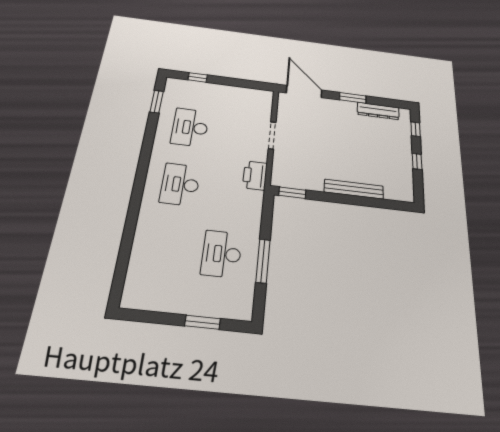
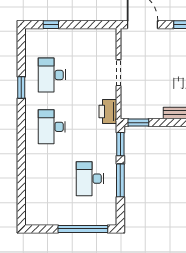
window: (157, 102) -> (21, 88), moved
window: (267, 215) -> (120, 144), added
window: (203, 322) -> (83, 229), width x2.11

